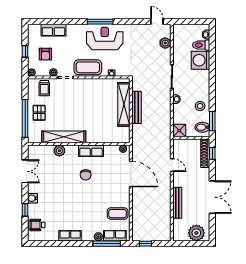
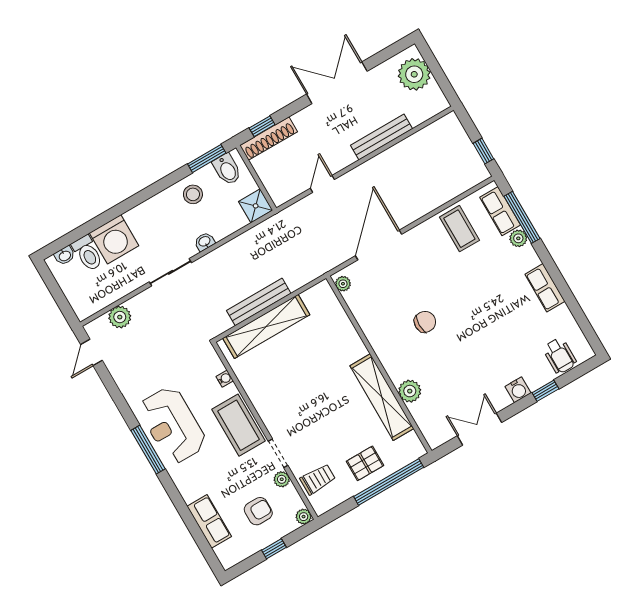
row of seats: (91, 151) -> (378, 337), removed

